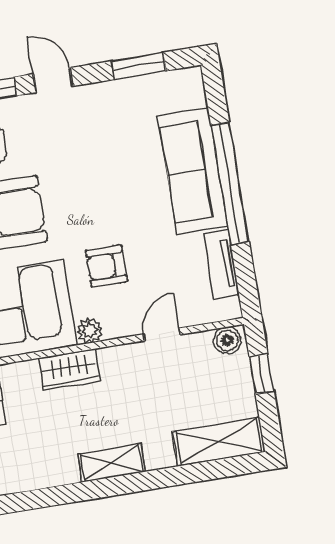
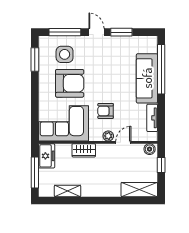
window: (139, 66) -> (121, 32), moved
window: (230, 184) -> (161, 69), moved
plant: (90, 331) -> (108, 136), moved
shelving: (112, 463) -> (68, 191), moved

